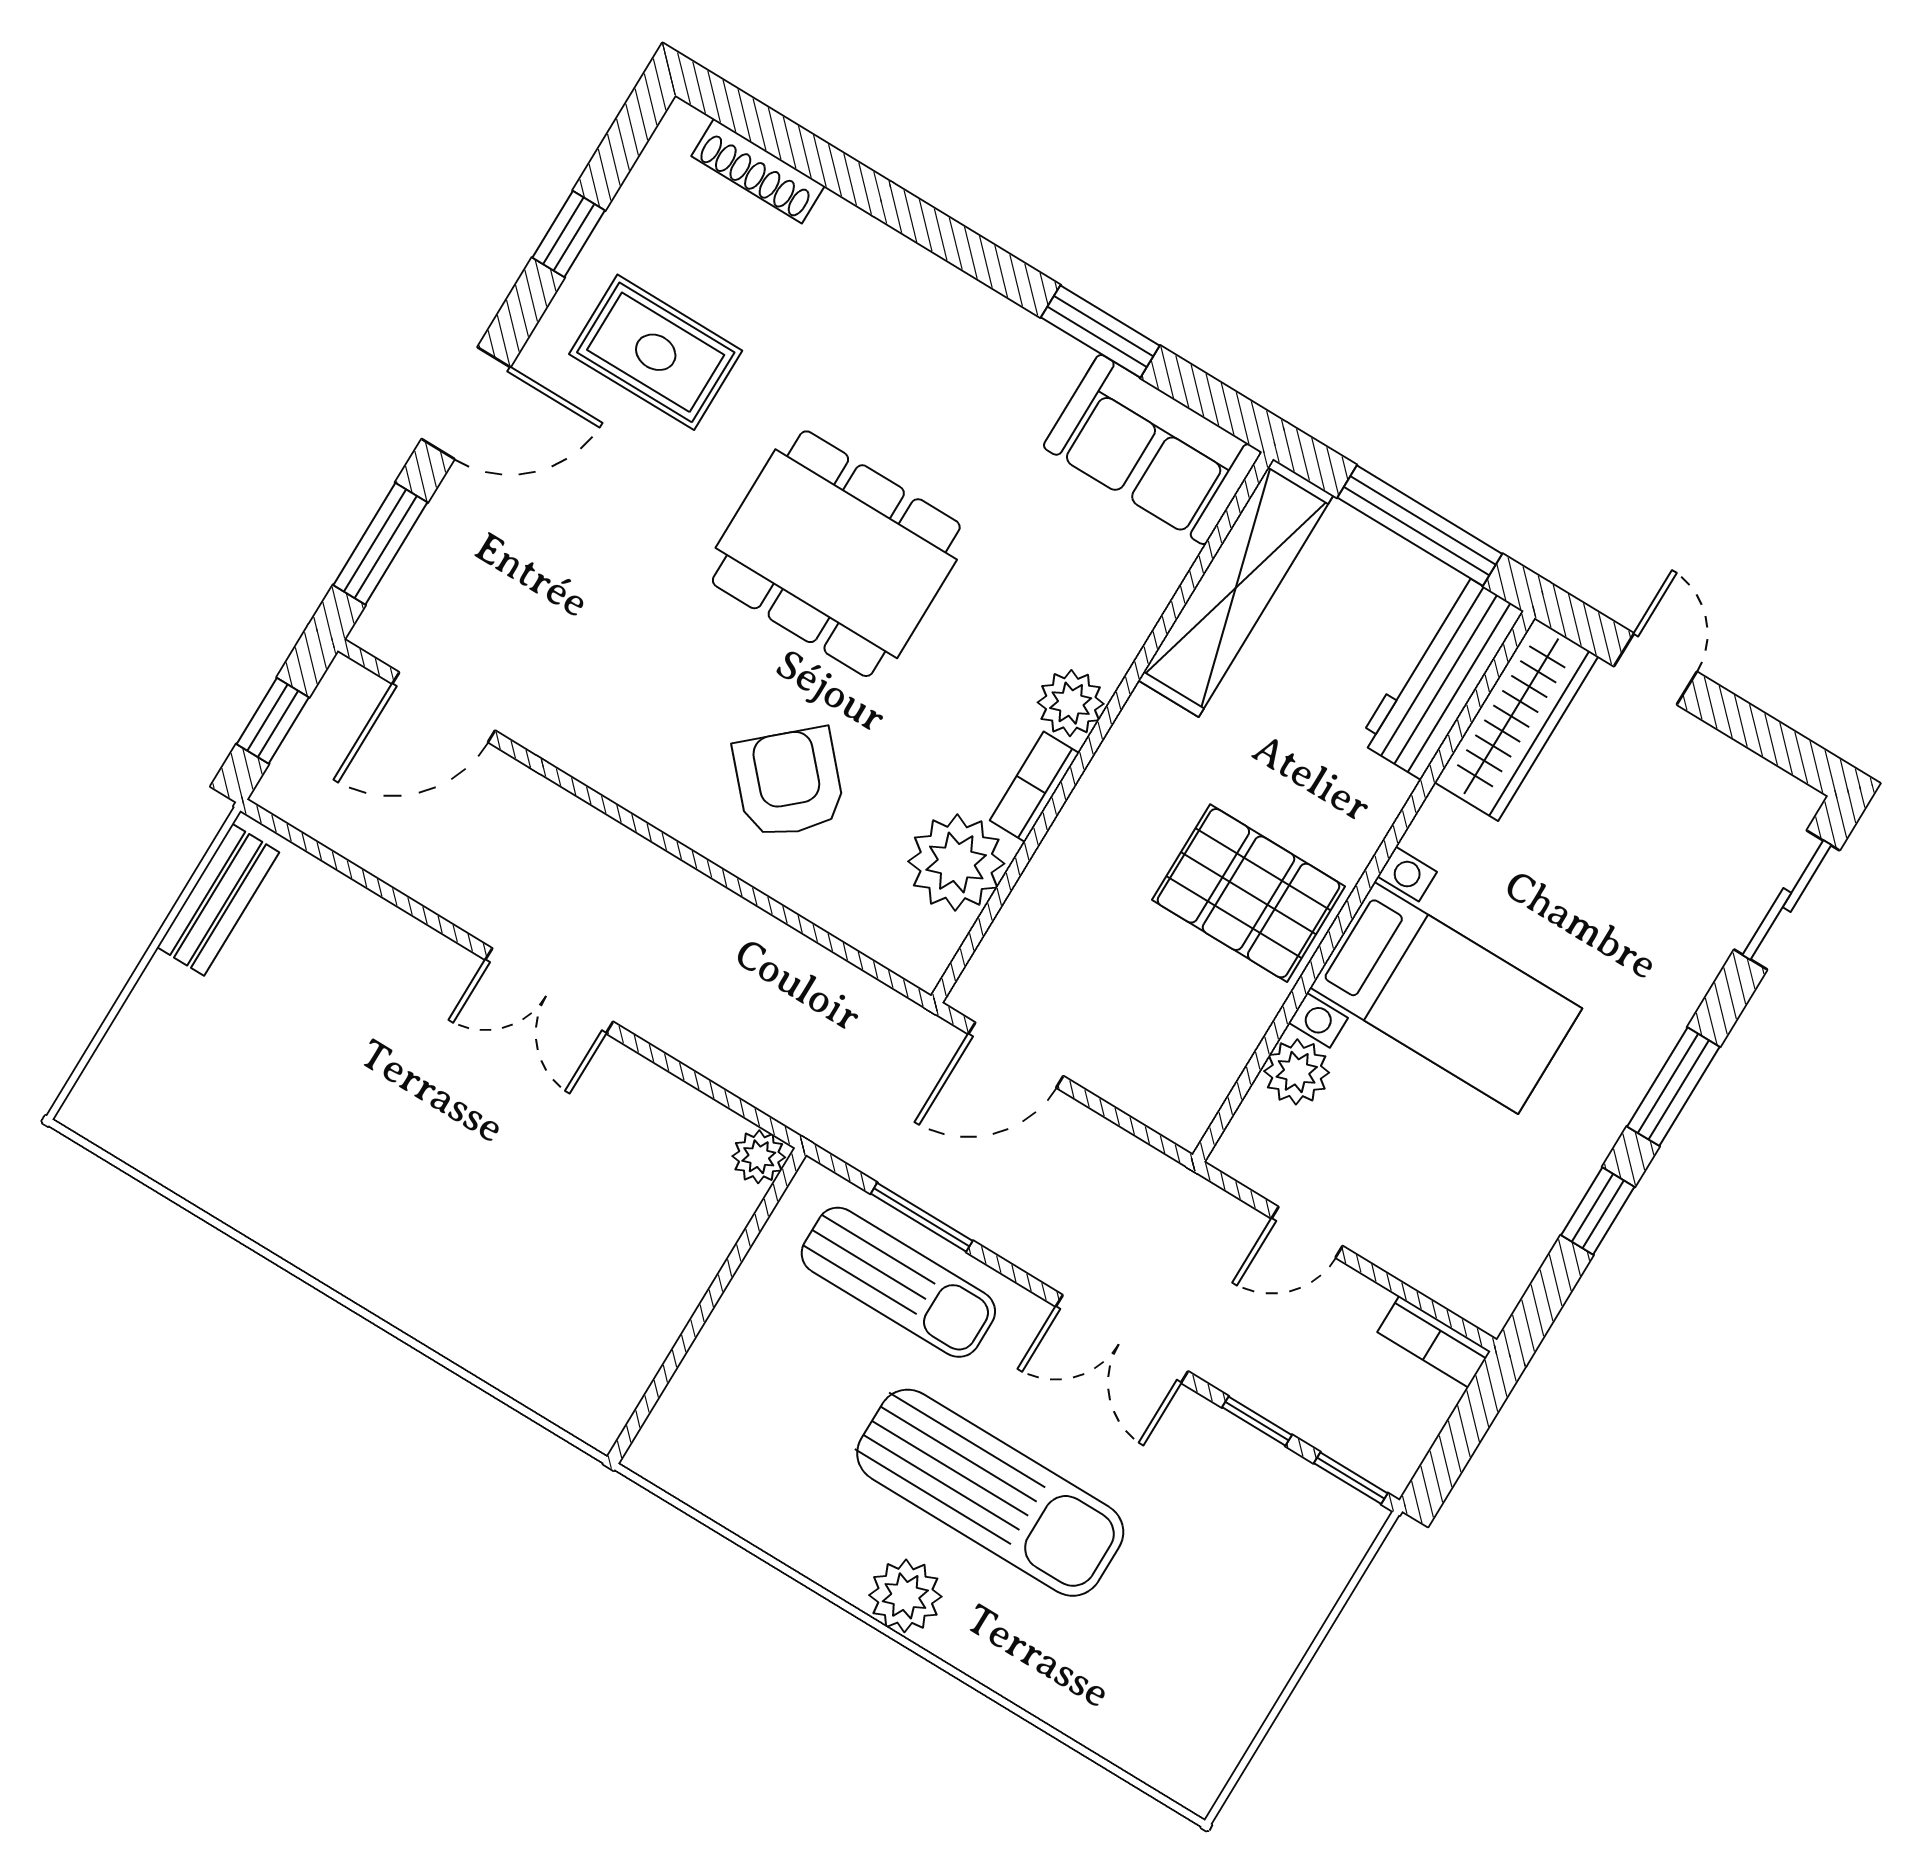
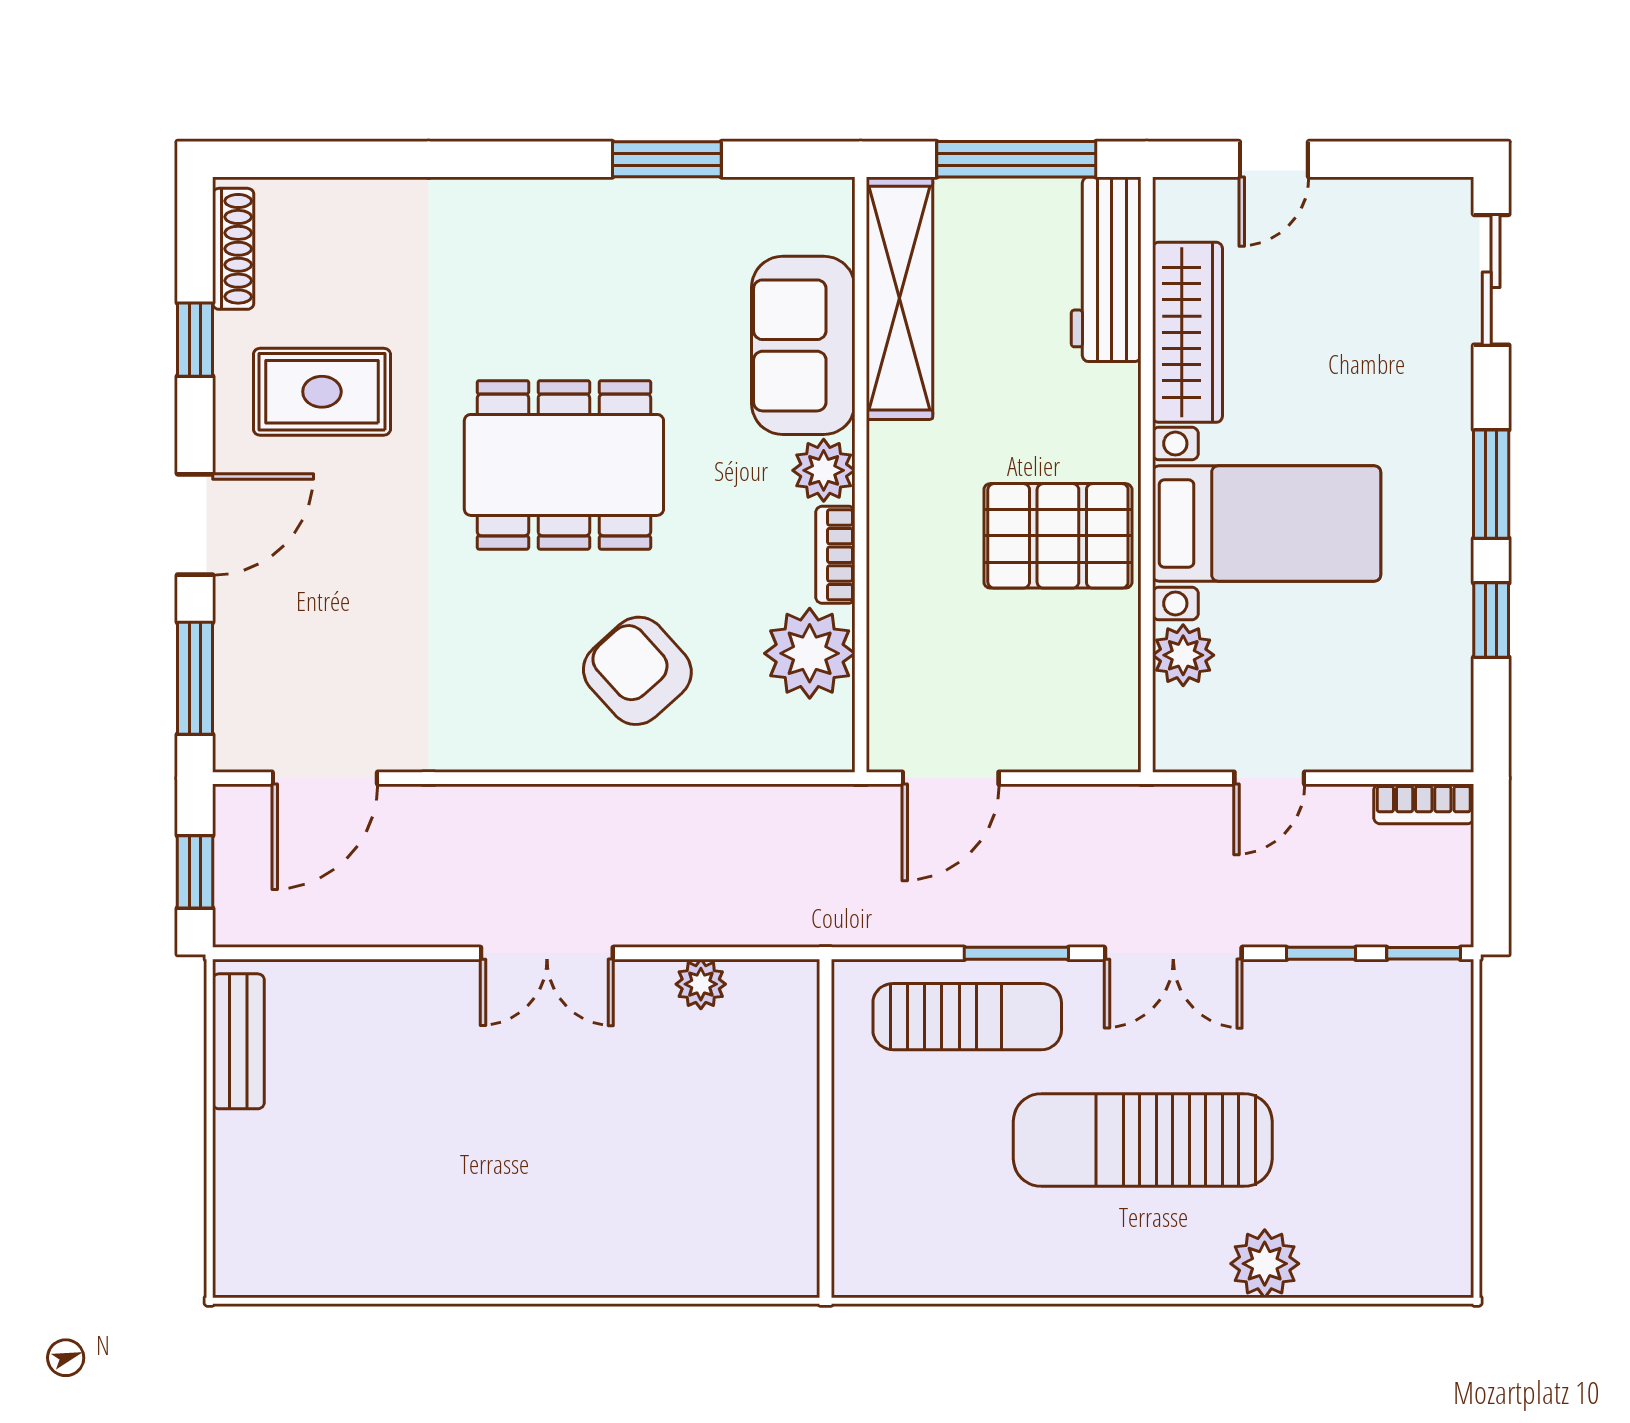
shoe rack: (758, 171) -> (233, 249), moved, turned -90
sofa: (1152, 450) -> (803, 345), moved, turned 90
door: (1655, 669) -> (1274, 159), swing flipped
wardrobe: (1516, 719) -> (1187, 332), moved
plant: (759, 1157) -> (701, 984), moved
window: (922, 1217) -> (1016, 953), moved
sun lounger: (990, 1493) -> (1143, 1140), turned 180
plant: (905, 1596) -> (1265, 1264), moved

